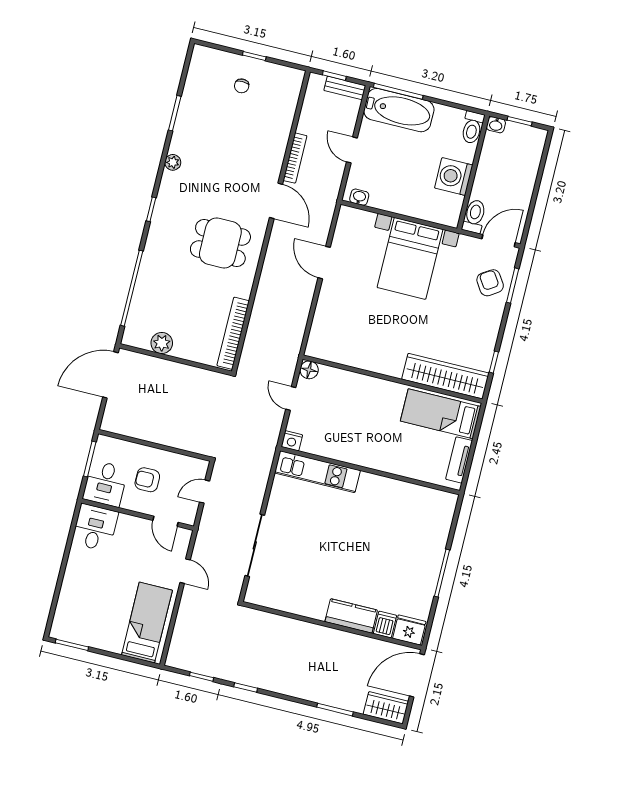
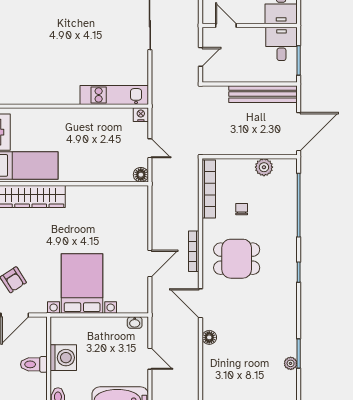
chair: (242, 86) -> (242, 209), moved
floor lamp: (276, 158) -> (209, 337), added
bookcase: (295, 158) -> (194, 251), moved
plant: (173, 162) -> (291, 363), moved
toilet: (474, 216) -> (34, 364), moved, turned 90
door: (324, 263) -> (150, 263), hinge flipped
bench: (142, 430) -> (263, 94), added
armchair: (147, 480) -> (249, 55), removed

